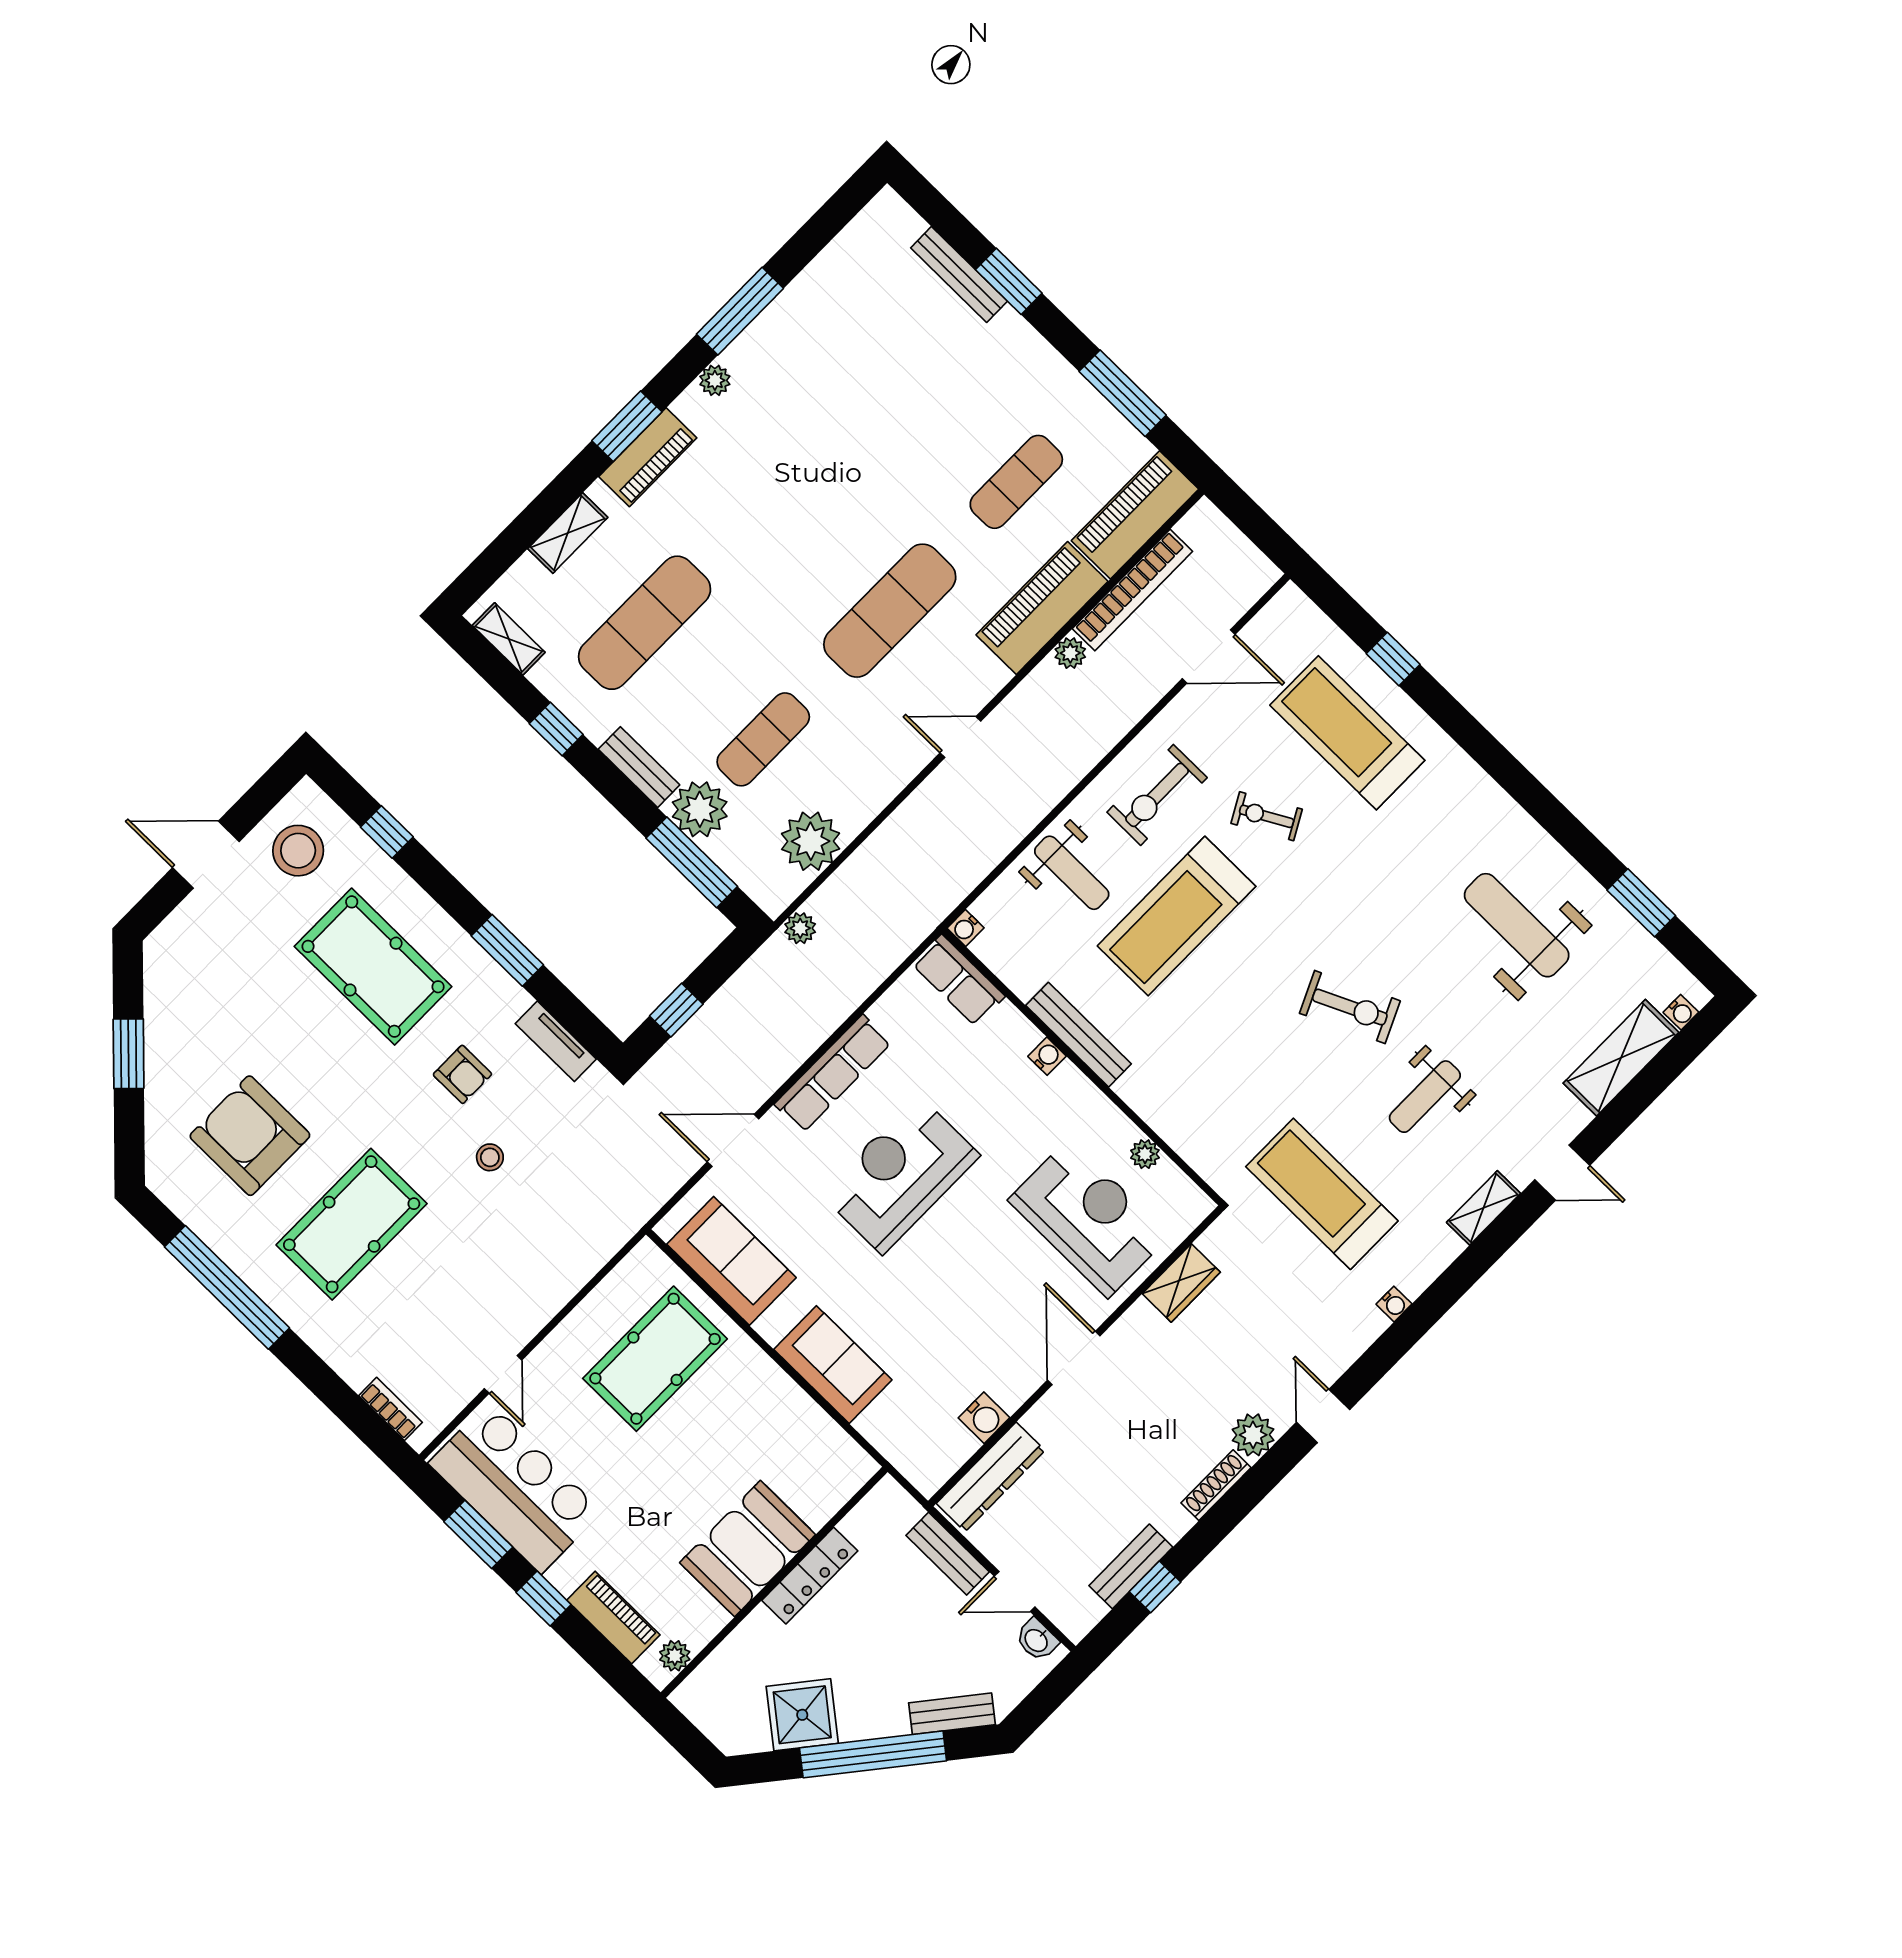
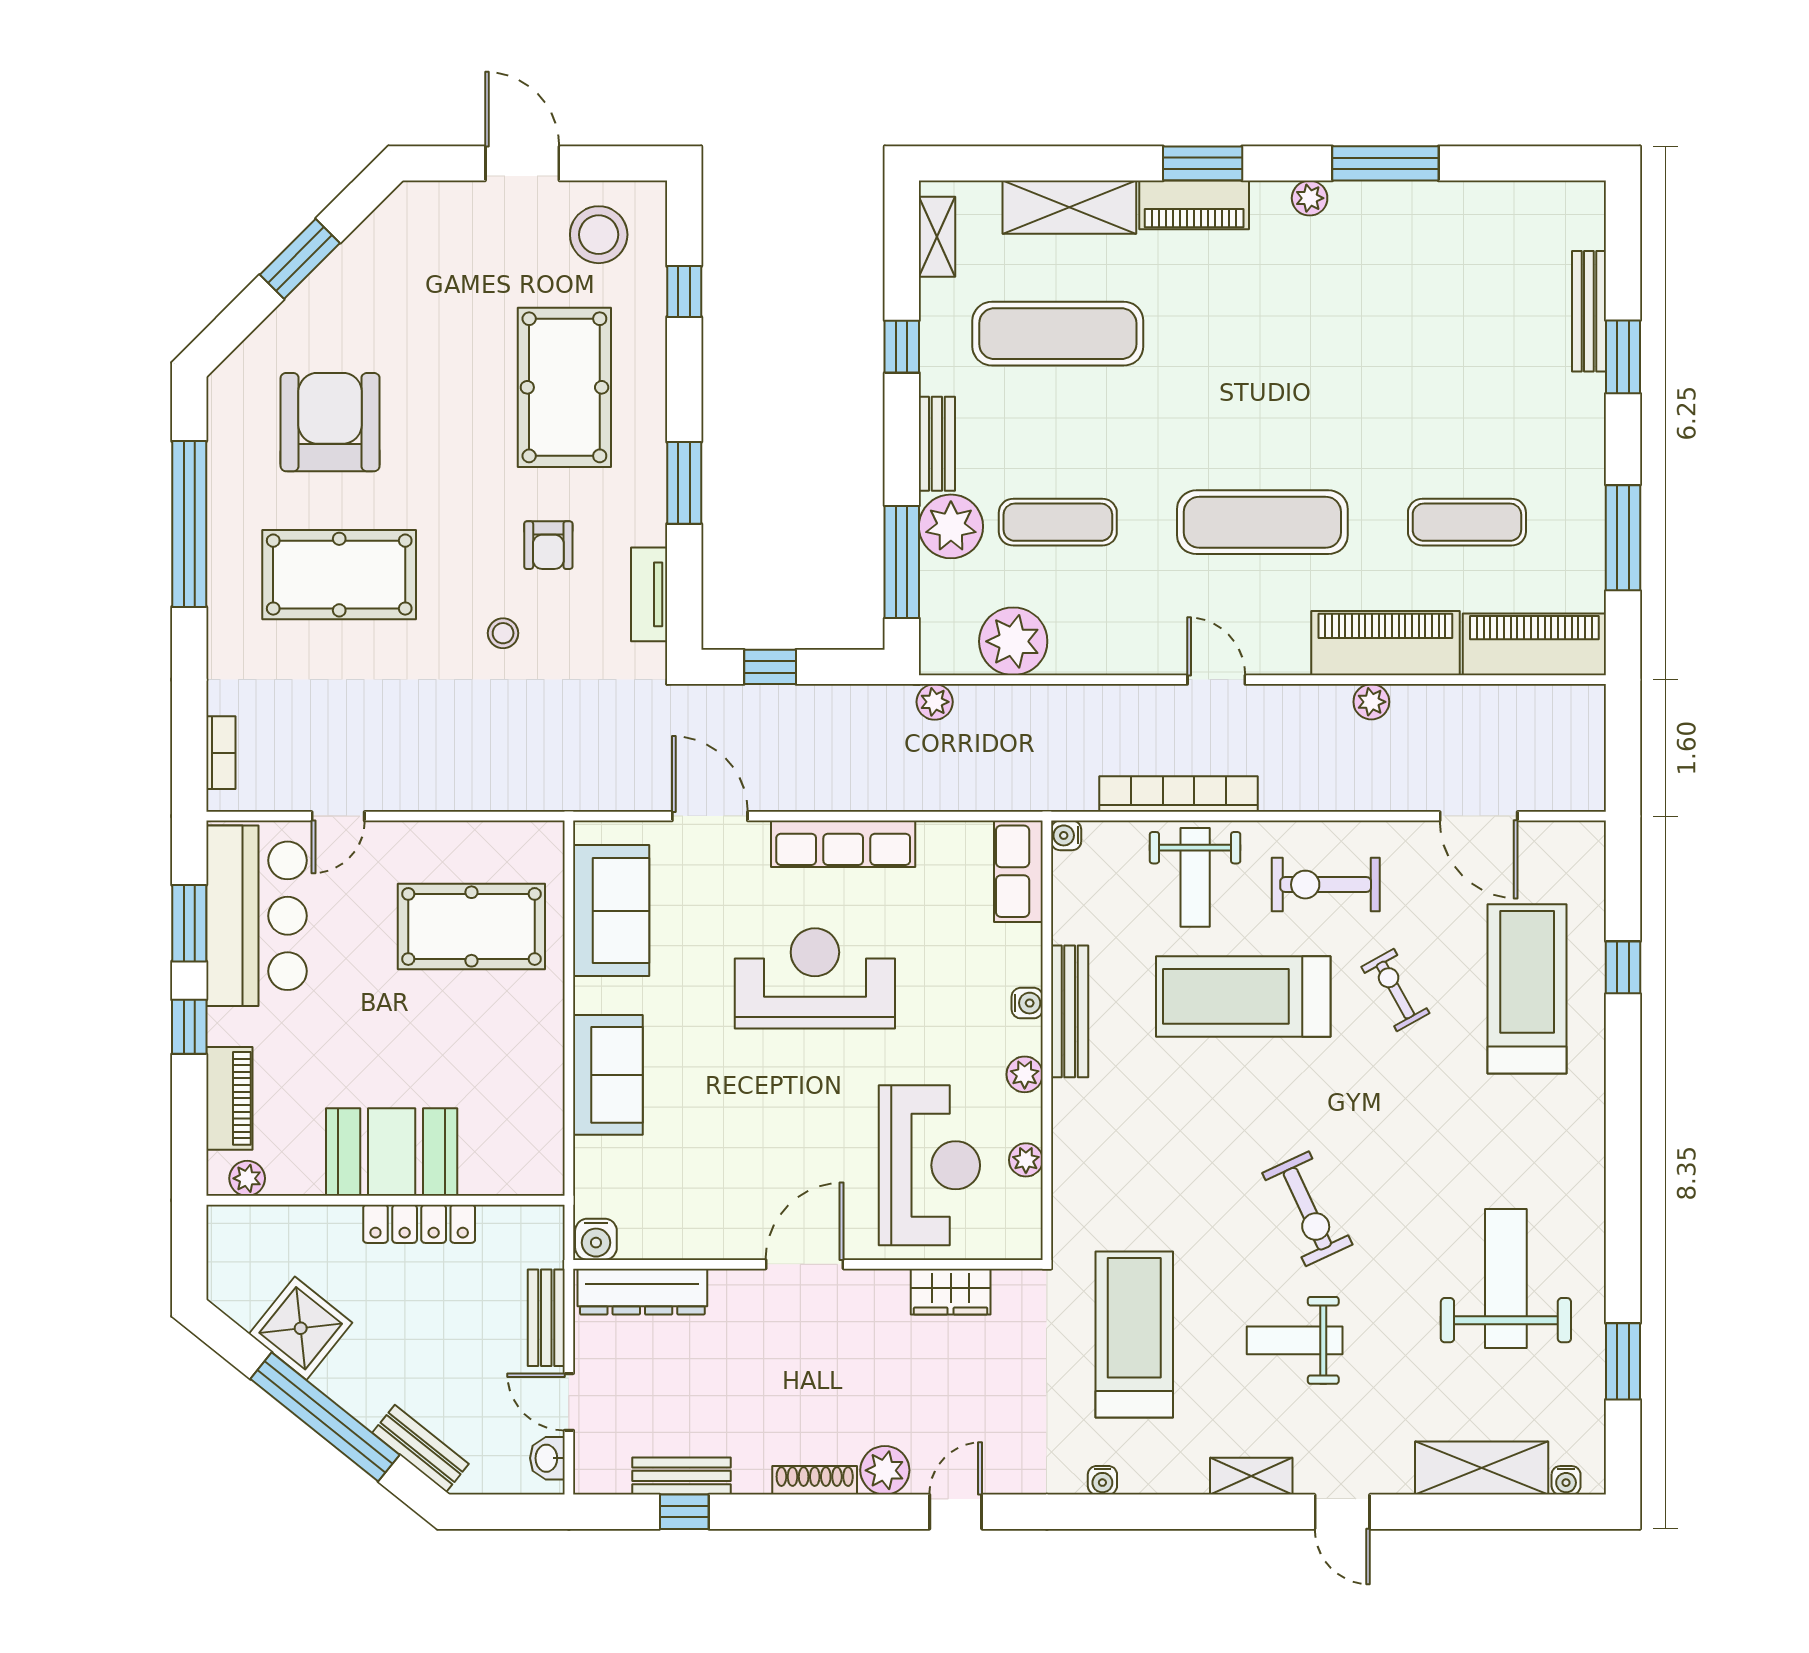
shelving: (568, 533) -> (1069, 207), width x1.50, depth x1.33
bookcase: (1132, 590) -> (1179, 794), moved, turned 180
plant: (1090, 1102) -> (1025, 1074), added
water cooler: (984, 1418) -> (596, 1239), moved

